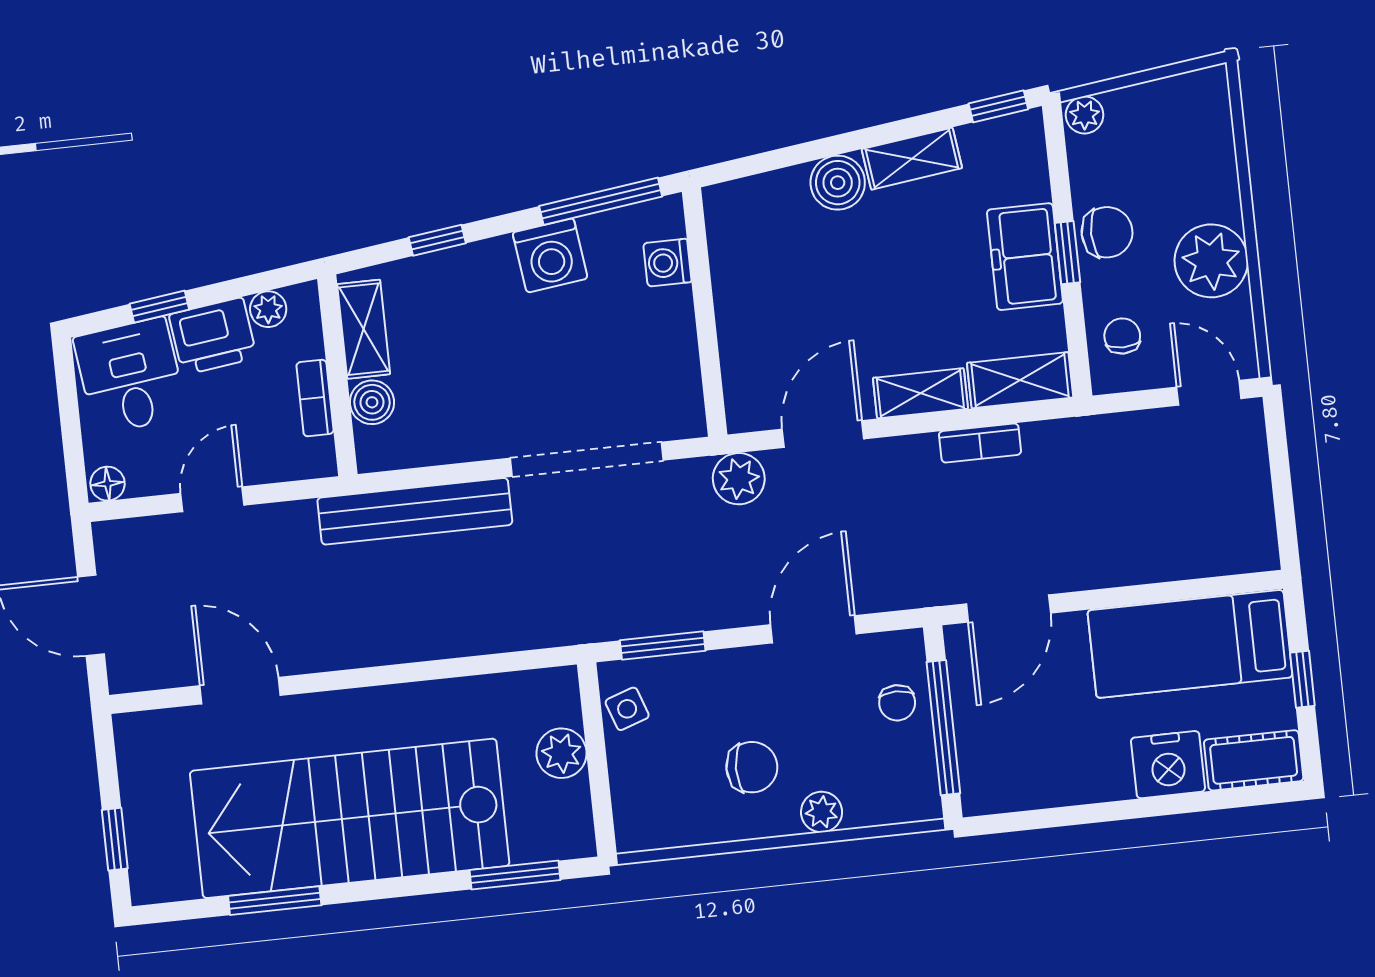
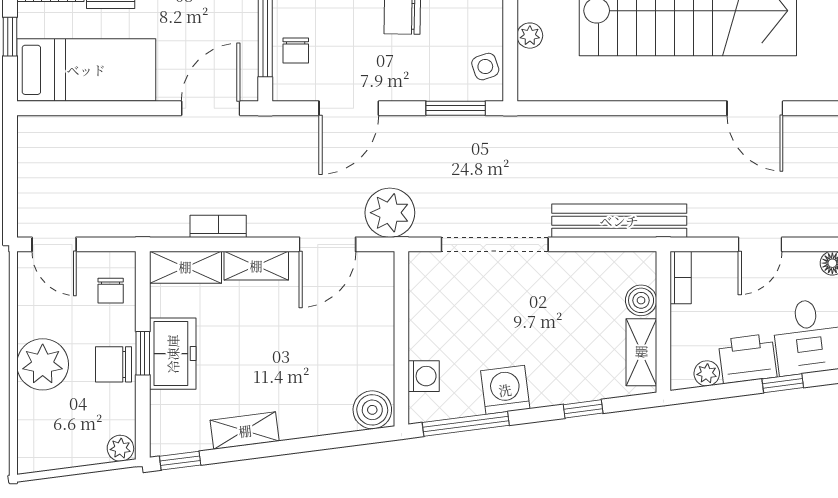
boiler: (838, 183) -> (372, 410), moved
plant: (1211, 261) -> (43, 364), moved
bookcase: (315, 398) -> (681, 277), moved
plant: (739, 479) -> (390, 213), width x1.36, depth x1.36
chair: (897, 703) -> (296, 51), turned 180
plant: (561, 753) -> (530, 36), width x0.73, depth x0.73

